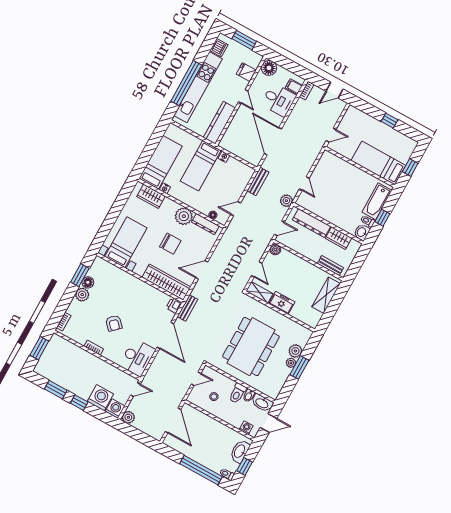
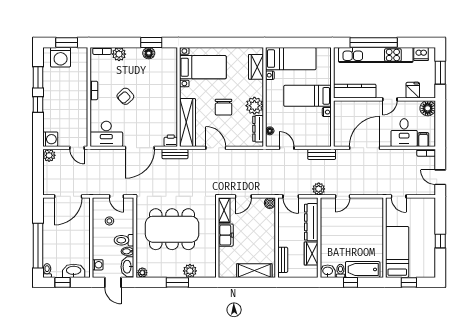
plant: (82, 295) -> (119, 54), moved
plant: (291, 363) -> (142, 273), moved
washing machine: (100, 398) -> (61, 57), moved, turned 90

